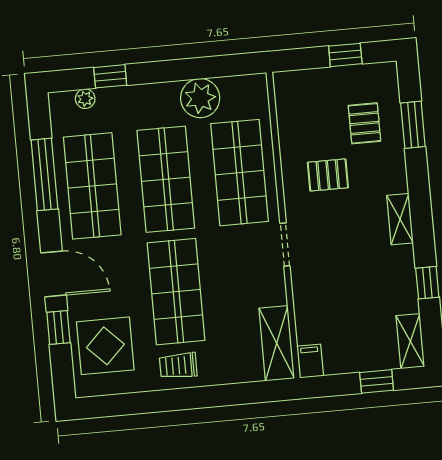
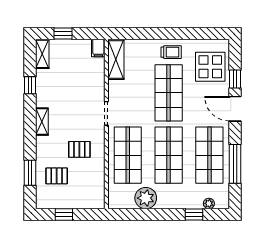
pallet: (364, 123) -> (57, 176), turned 90

